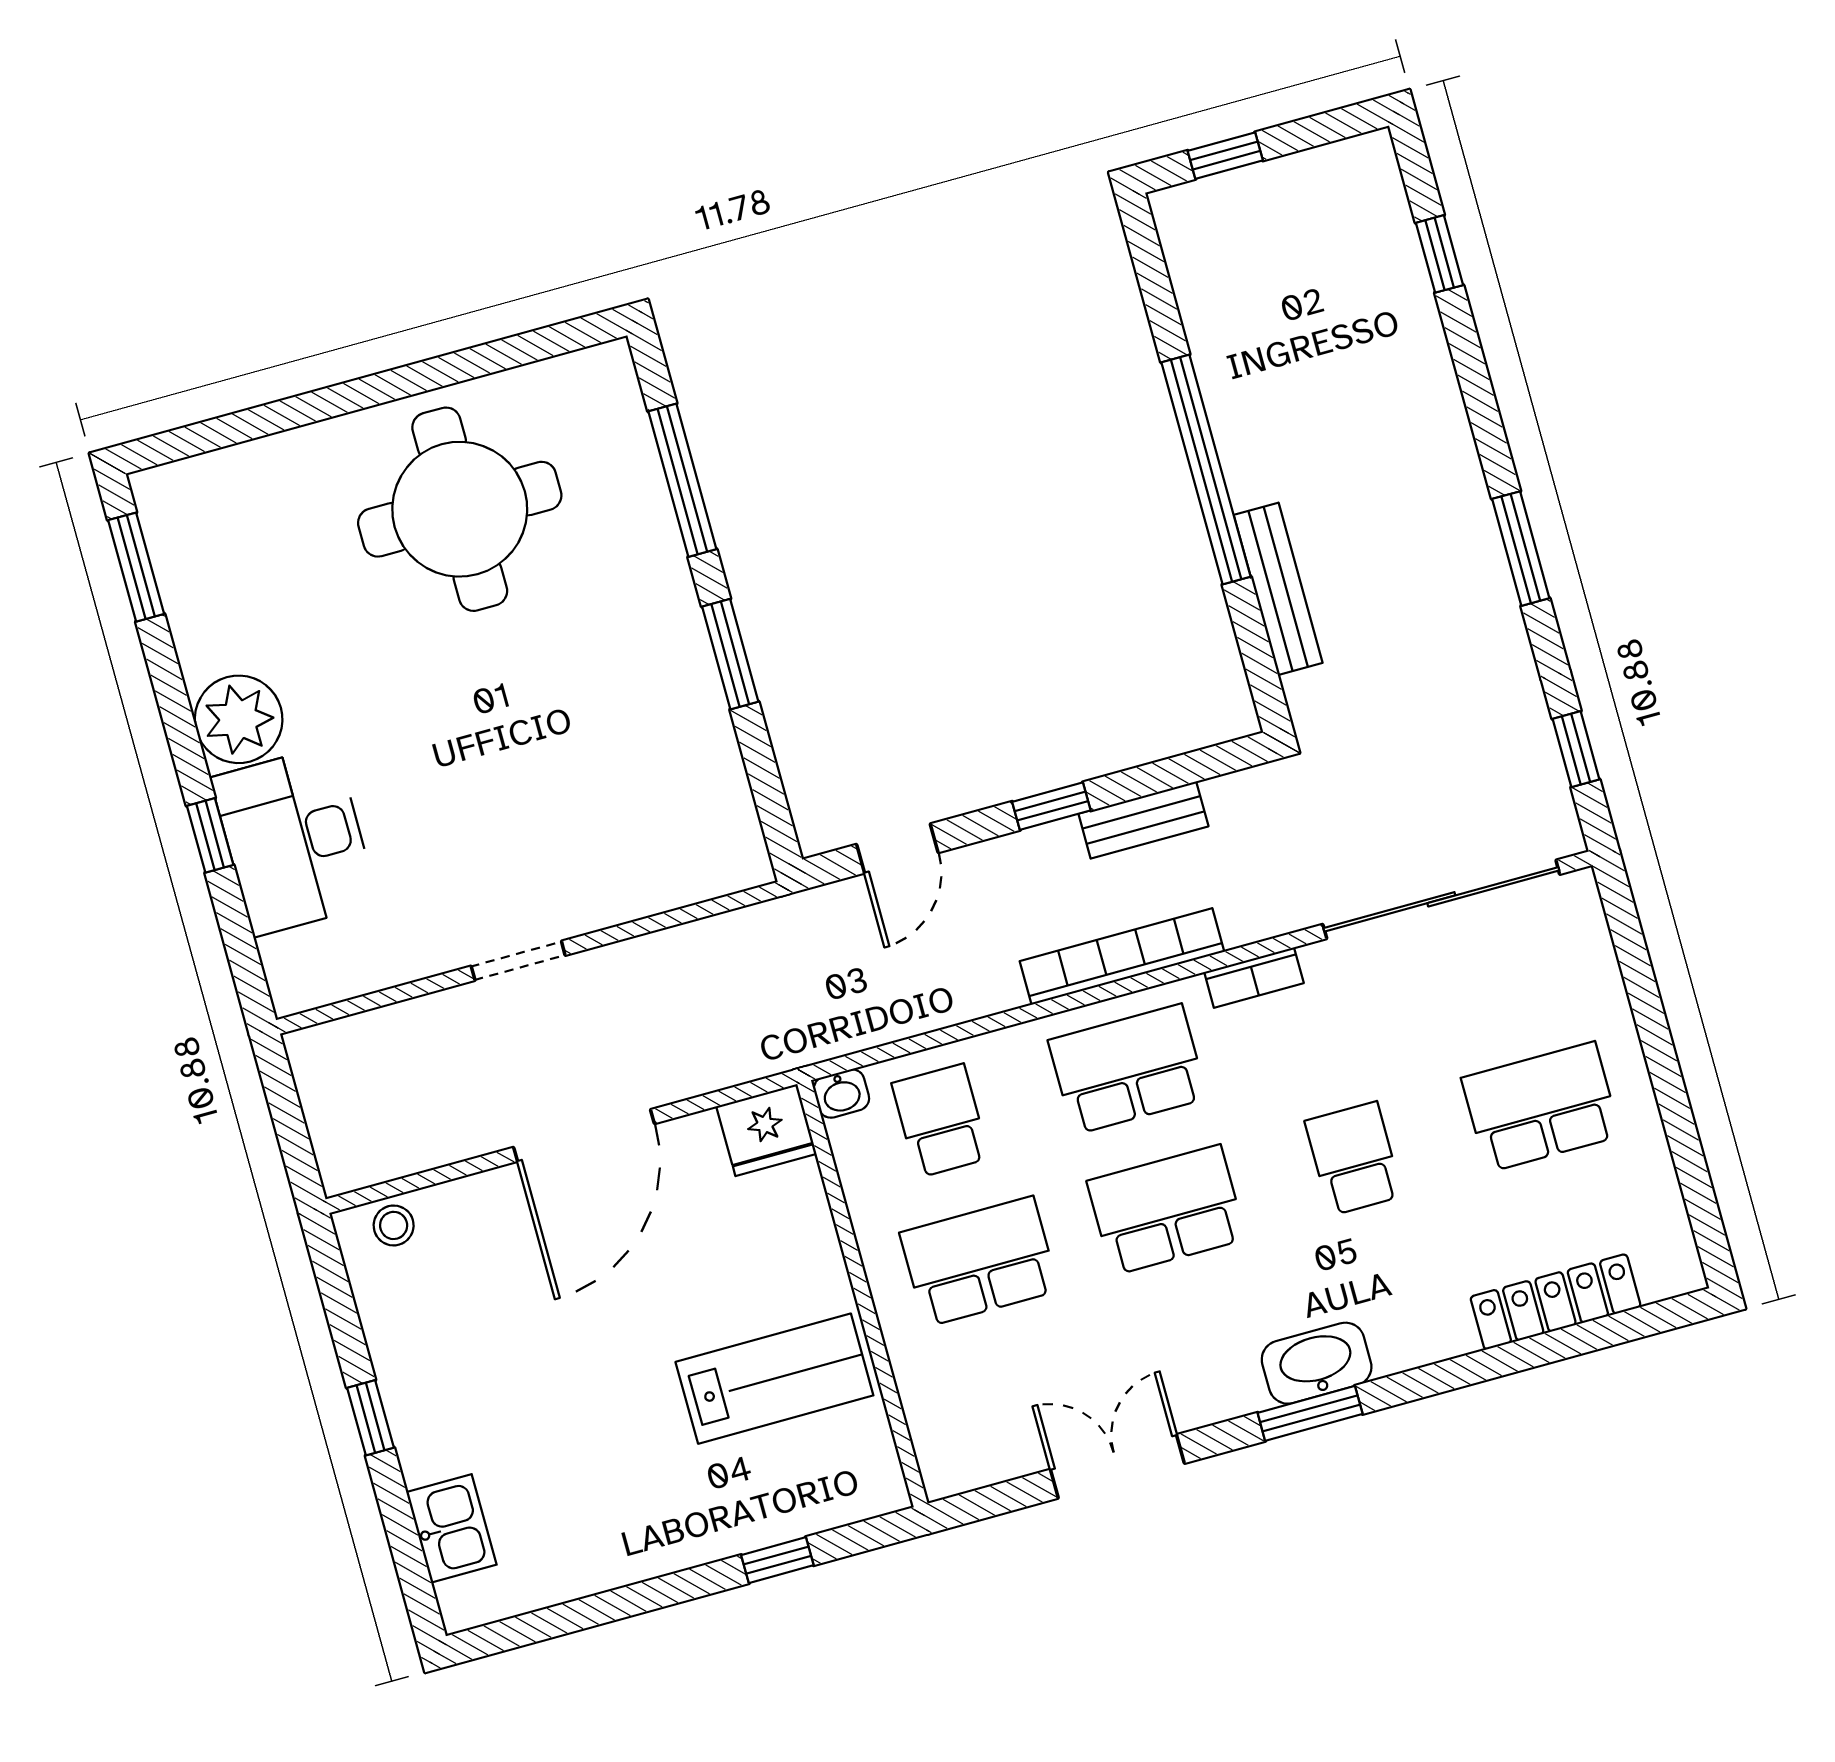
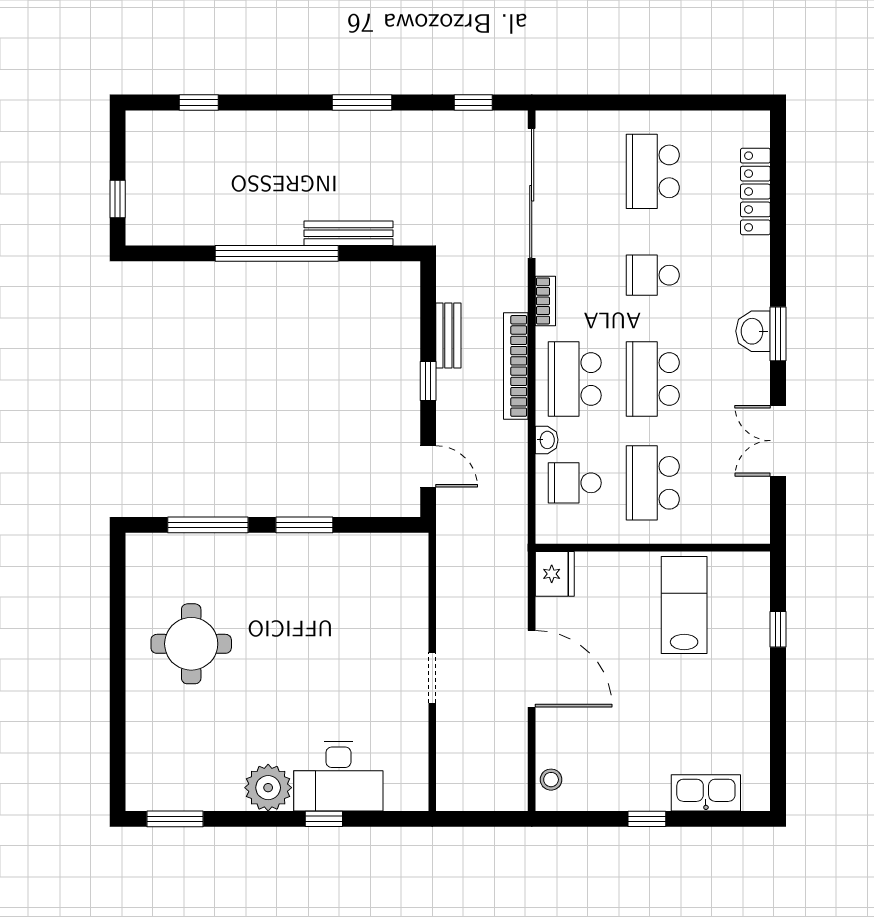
round table: (460, 509) -> (191, 644), width x0.73, depth x0.73
washbasin: (841, 1094) -> (547, 440), moved
washbasin: (1317, 1363) -> (753, 331), width x0.72
kitchen sink: (451, 1528) -> (706, 793), width x1.38

